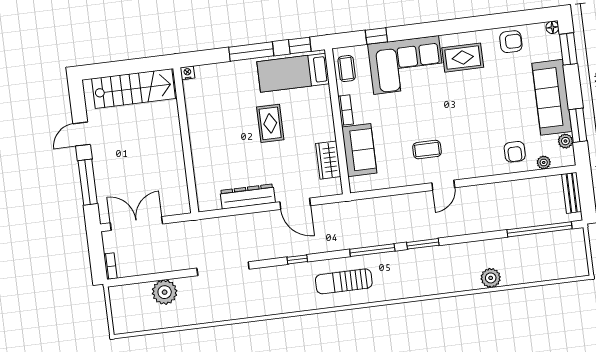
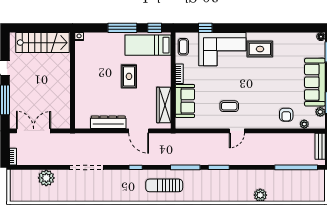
armchair: (511, 42) -> (293, 43), removed
wardrobe: (328, 160) -> (164, 105), width x1.50

